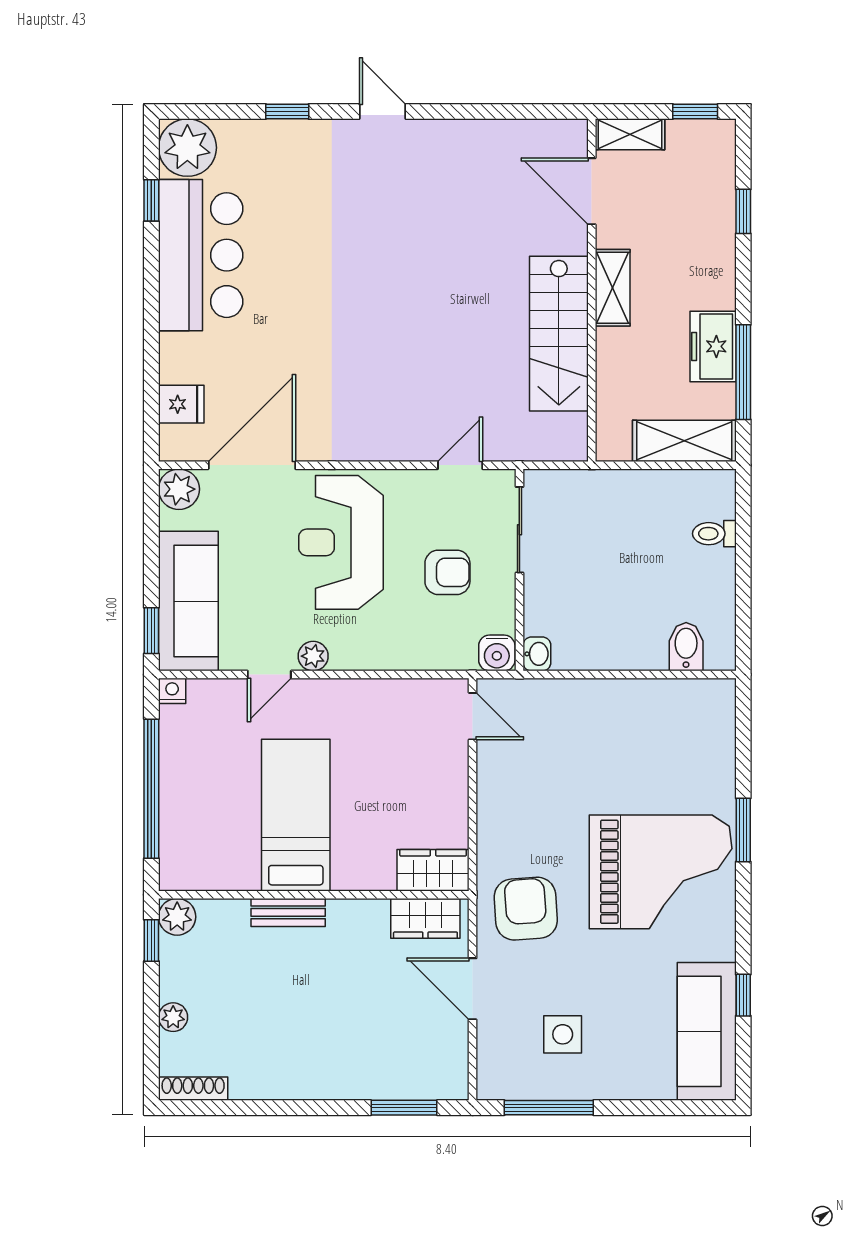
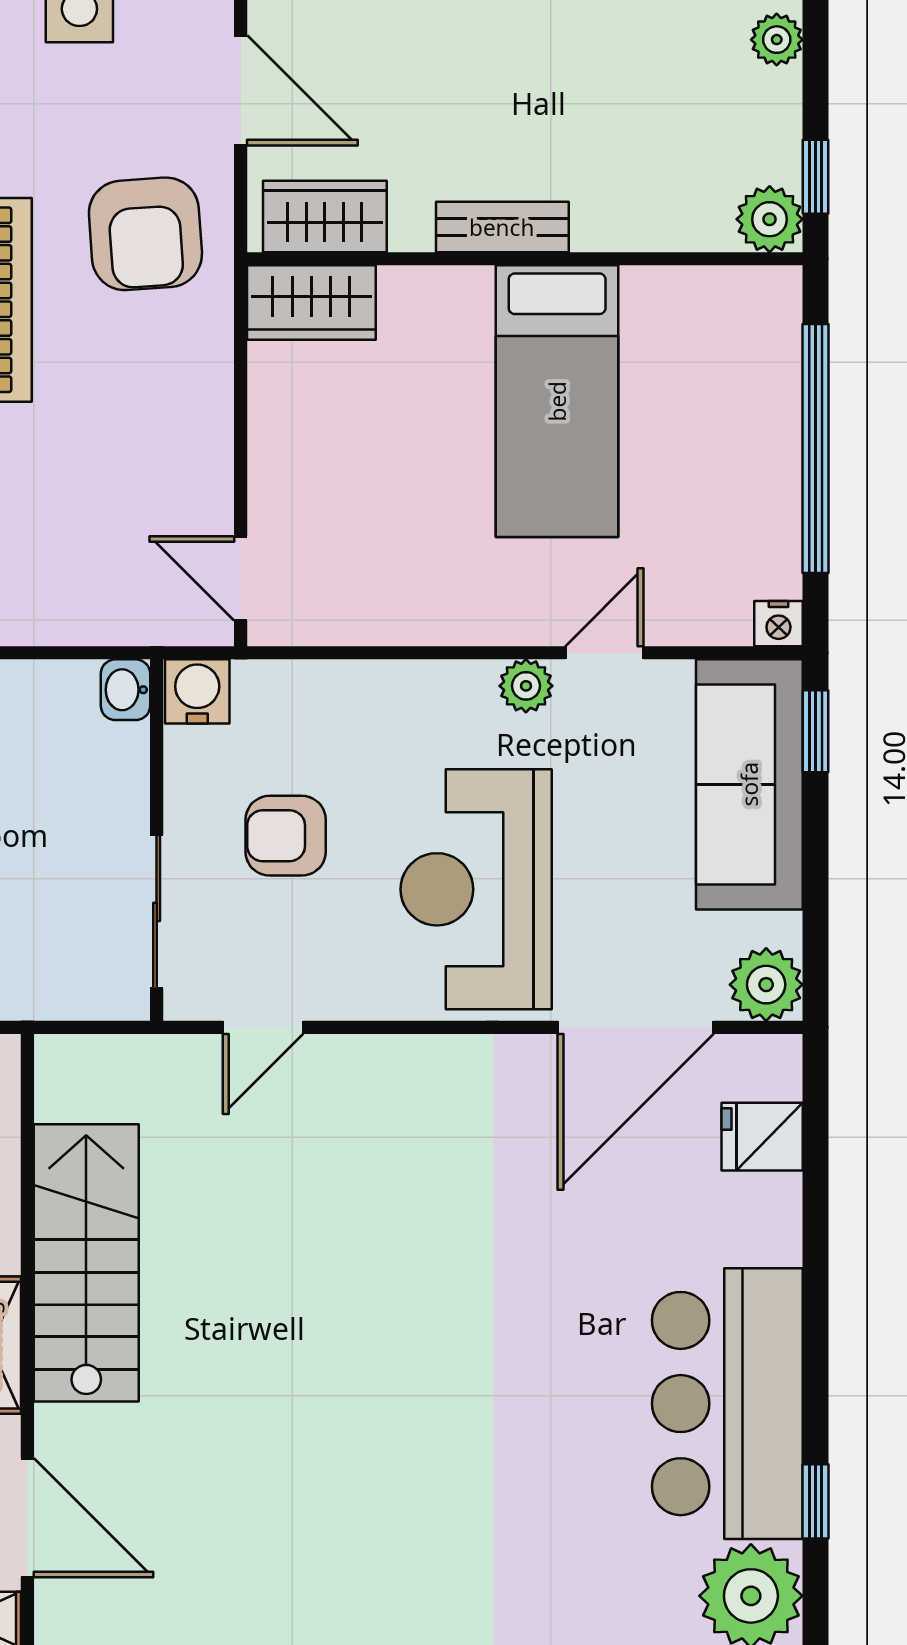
reception desk: (341, 542) -> (476, 889), turned 180
bench: (288, 912) -> (502, 227), moved

